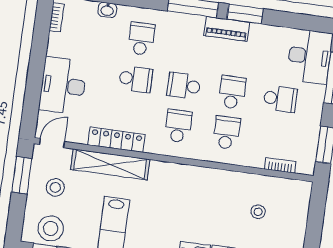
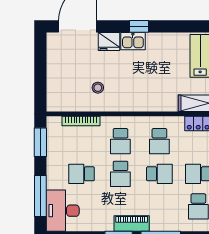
bookcase: (280, 165) -> (81, 121), width x1.56
stool: (258, 212) -> (98, 88), moved

